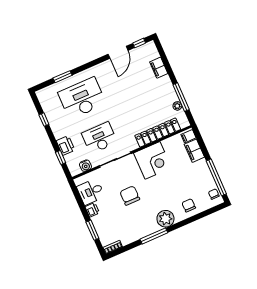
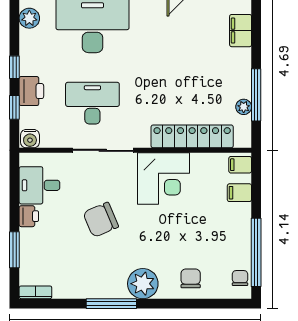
plant: (48, 109) -> (29, 18), added
window: (44, 120) -> (14, 67), moved
filing cabinet: (194, 151) -> (239, 193), width x0.50
water cooler: (85, 166) -> (30, 139), moved
chair: (130, 196) -> (101, 220), turned -113

